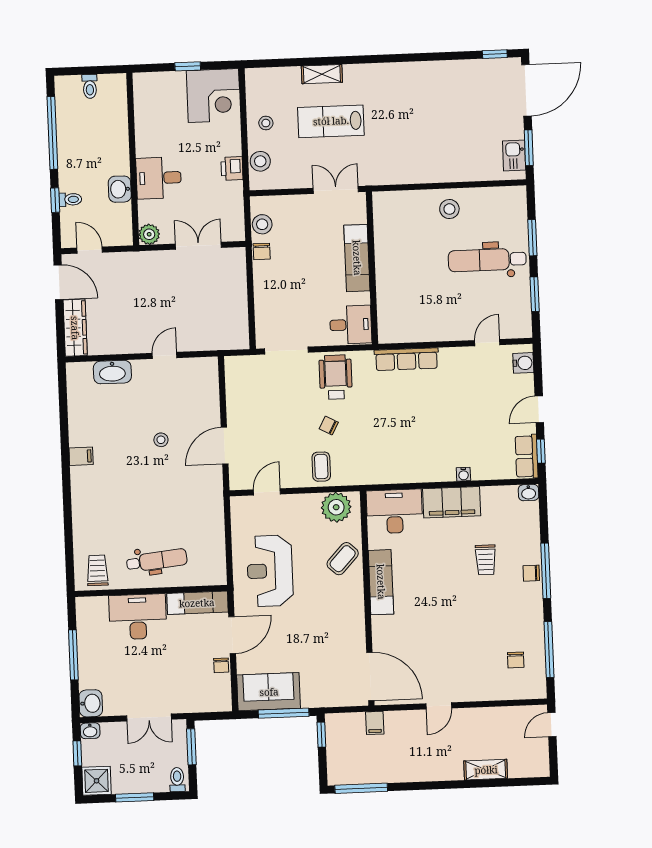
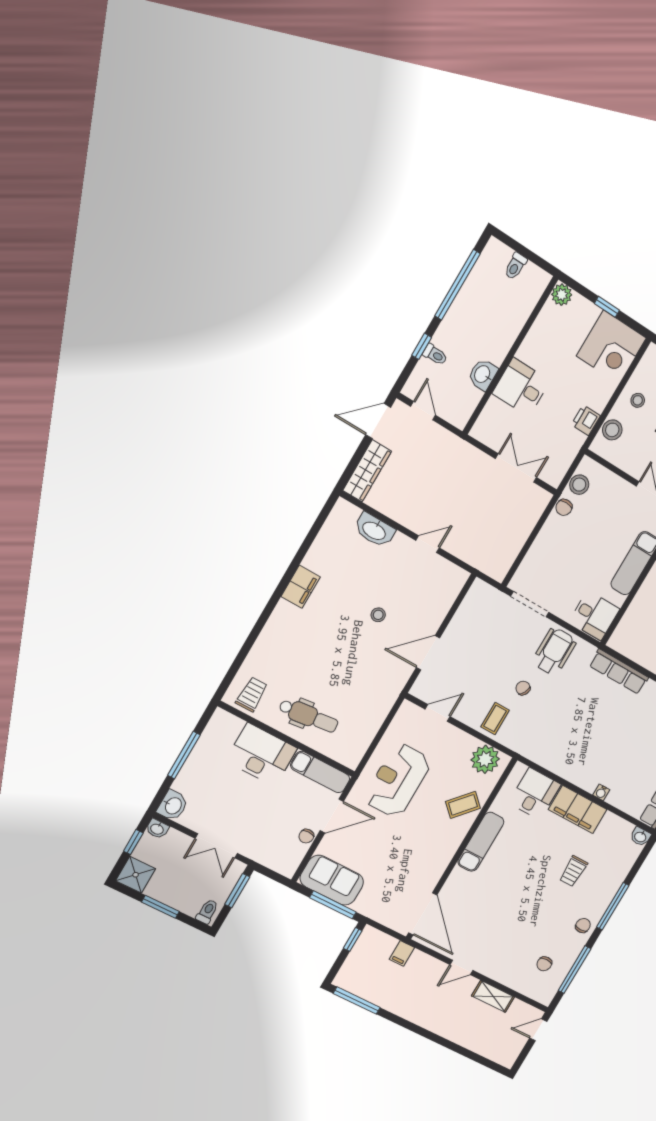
plant: (149, 234) -> (562, 295), moved
door: (58, 282) -> (378, 421), swing flipped
filing cabinet: (81, 456) -> (301, 587), width x2.00
desk: (394, 511) -> (535, 794), width x0.73
chair: (531, 573) -> (583, 926), moved, turned 90
shelving: (486, 770) -> (493, 996), moved

